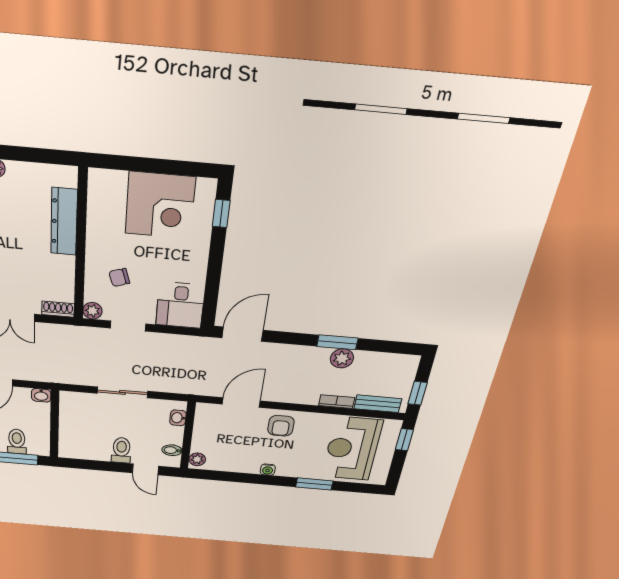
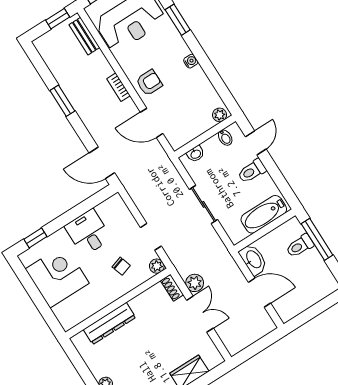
desk: (180, 305) -> (88, 233), moved, turned -90
plant: (342, 358) -> (195, 283), moved
washbasin: (41, 395) -> (253, 260), width x1.91, depth x1.45
bookcase: (337, 402) -> (119, 87), moved
bathtub: (71, 433) -> (264, 214), added

